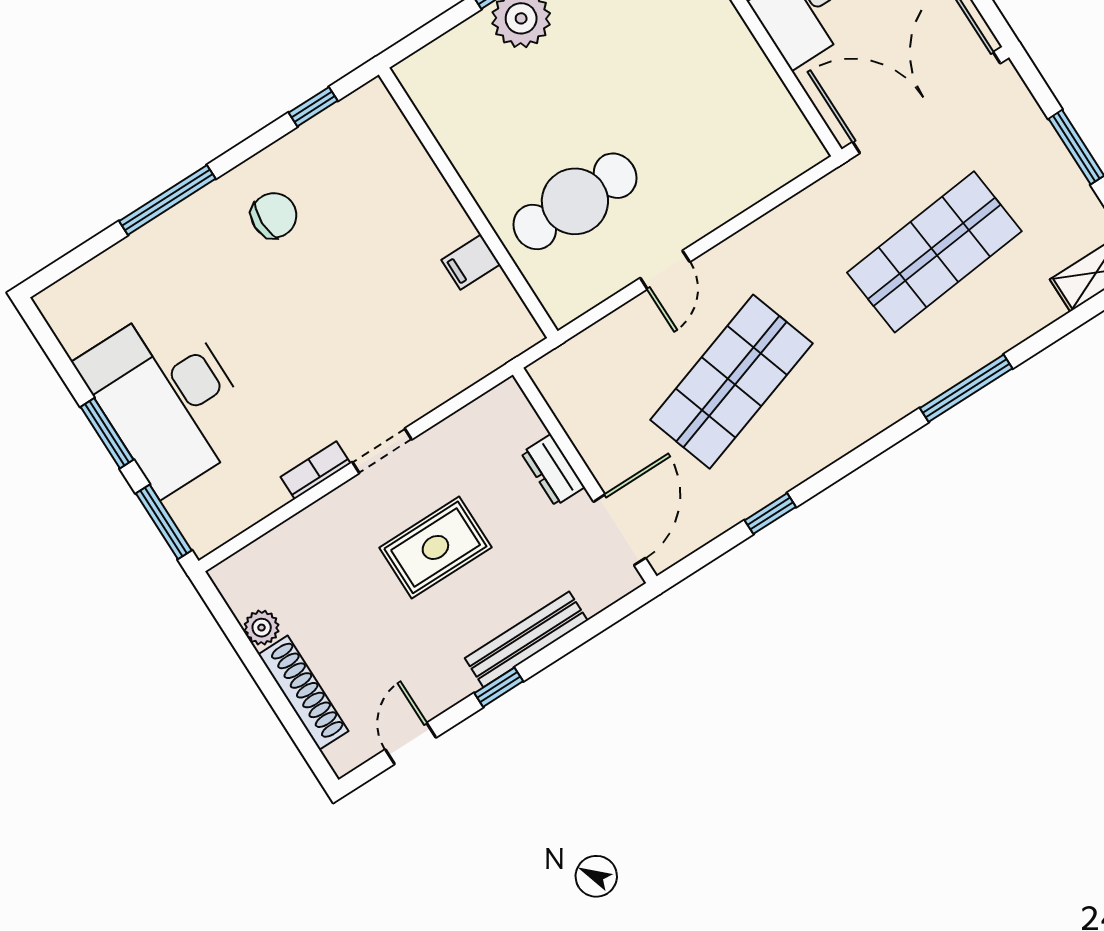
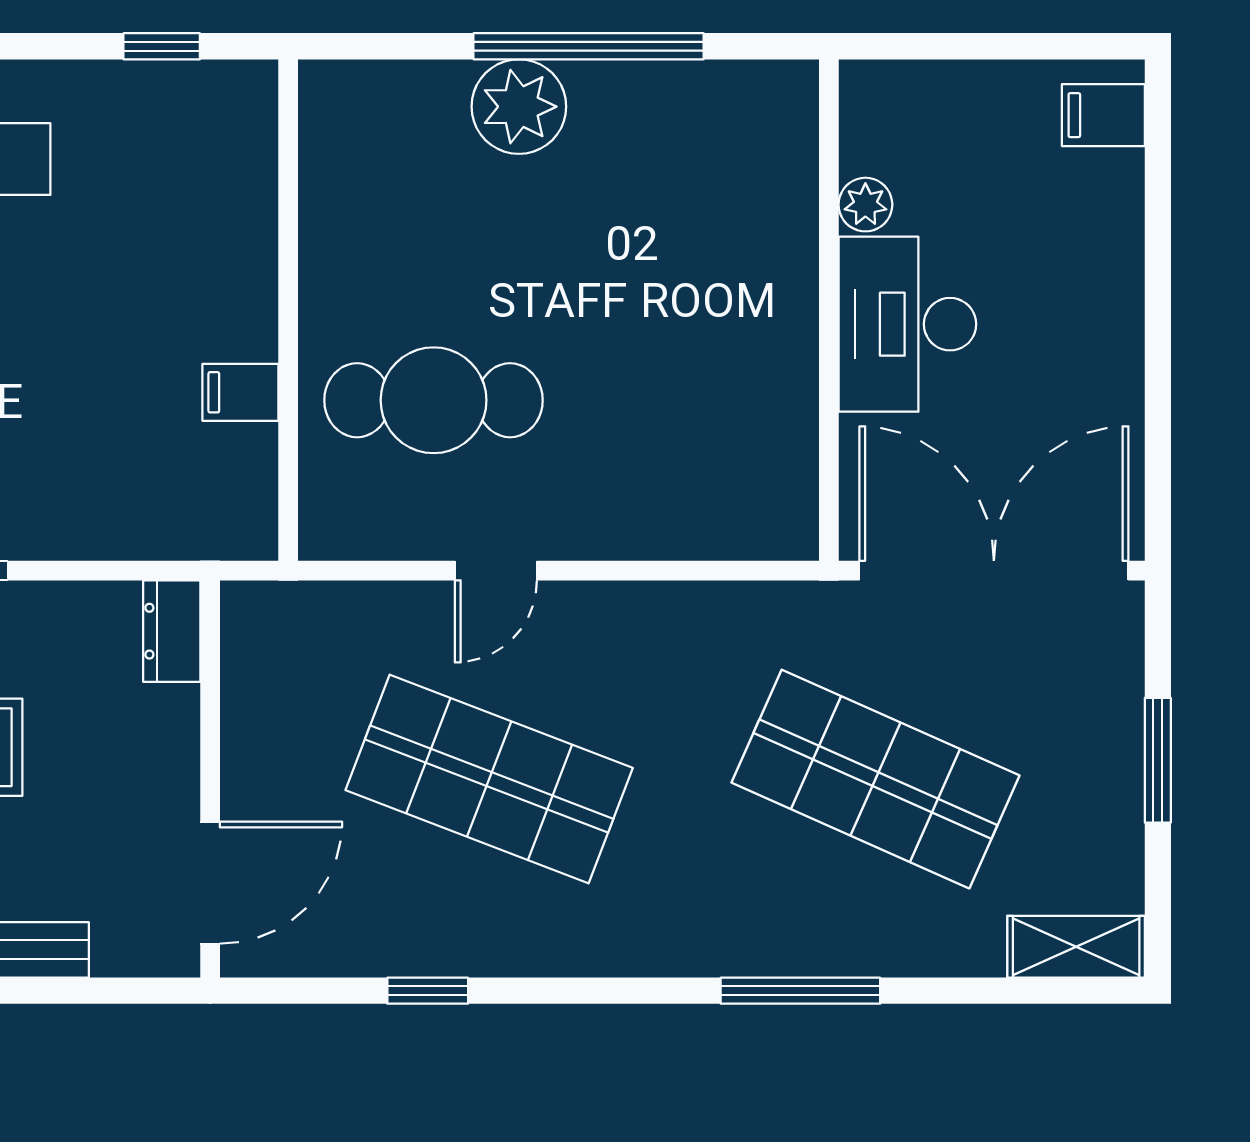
shop shelf: (934, 252) -> (875, 779), turned 30
shop shelf: (731, 382) -> (489, 779), turned 39
dresser: (553, 470) -> (172, 631), moved

